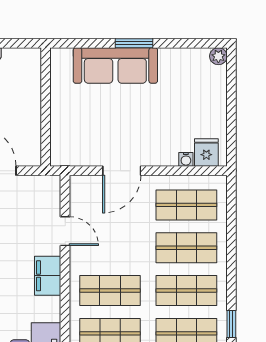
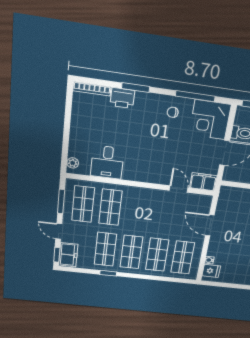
door: (65, 231) -> (179, 189), swing flipped
filing cabinet: (48, 276) -> (203, 182), moved
shop shelf: (110, 291) -> (137, 210), removed

